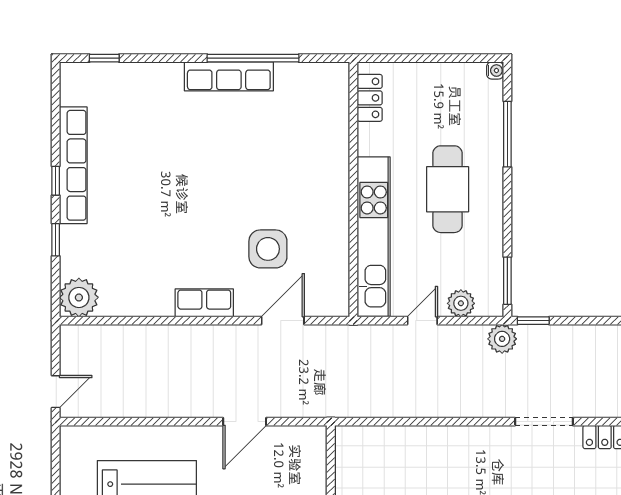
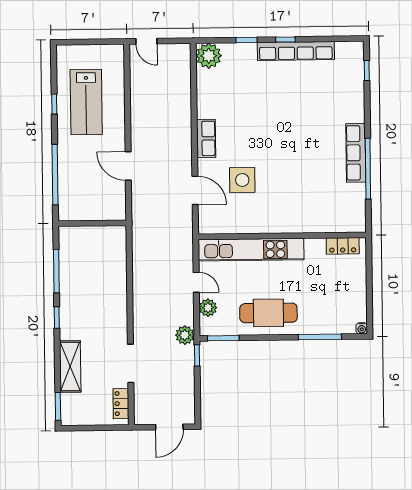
cafe table: (448, 189) -> (268, 313), moved

